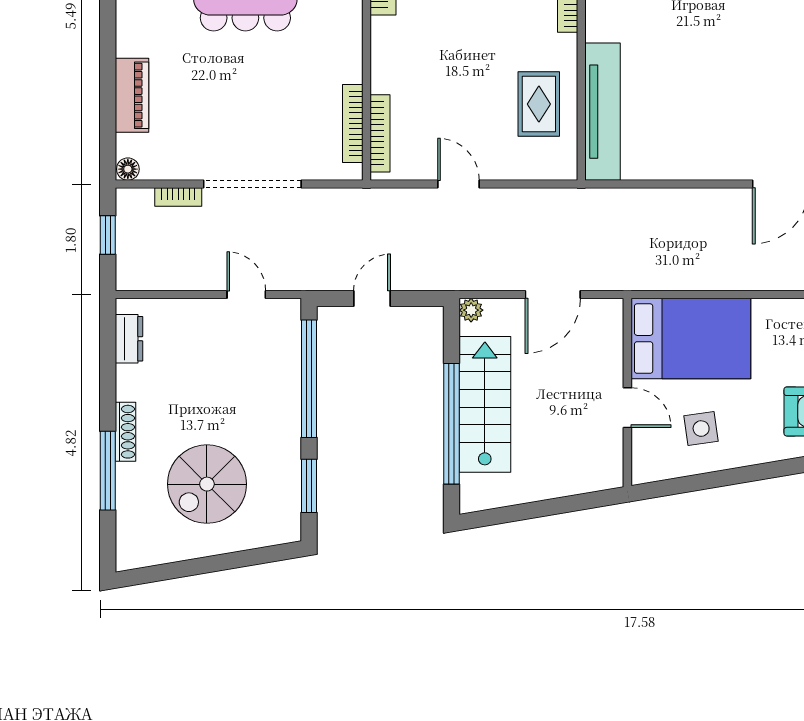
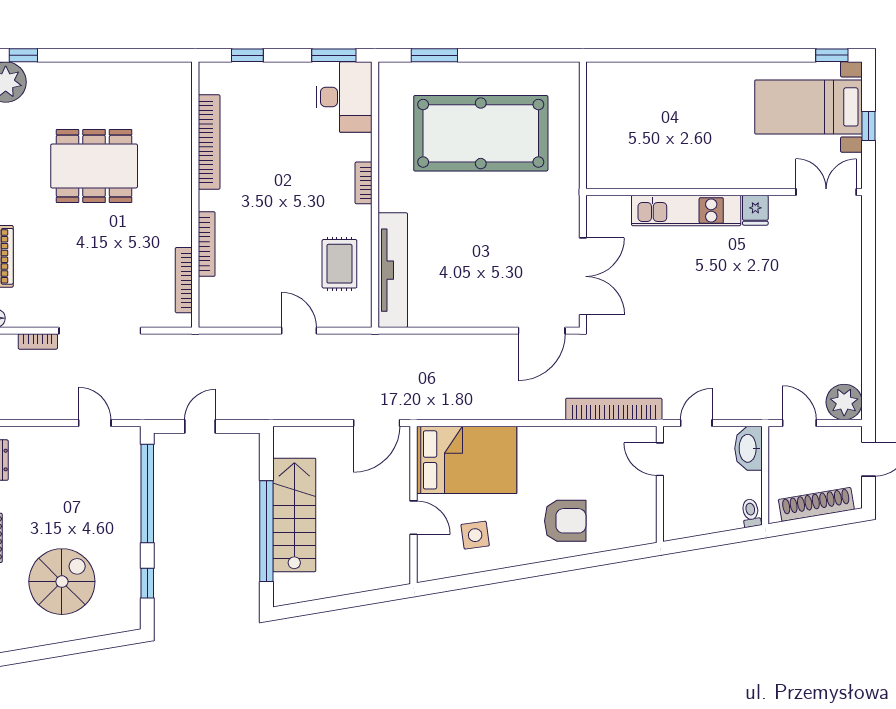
bookcase: (380, 133) -> (207, 244), moved
door: (458, 184) -> (299, 331), moved
door: (553, 294) -> (377, 423), moved
plant: (471, 310) -> (283, 436), removed
spiral stairs: (207, 484) -> (62, 582), turned 180
window: (309, 486) -> (147, 583), width x0.67

